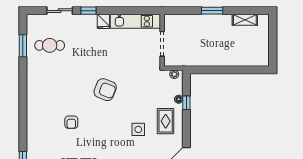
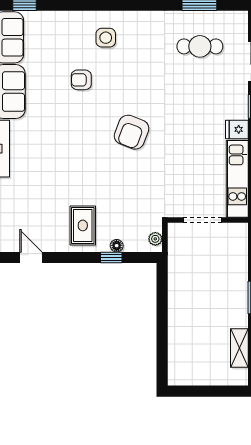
cafe table: (50, 45) -> (200, 46), turned 90
rug: (166, 121) -> (83, 225), turned 90
side table: (138, 129) -> (106, 38), moved

